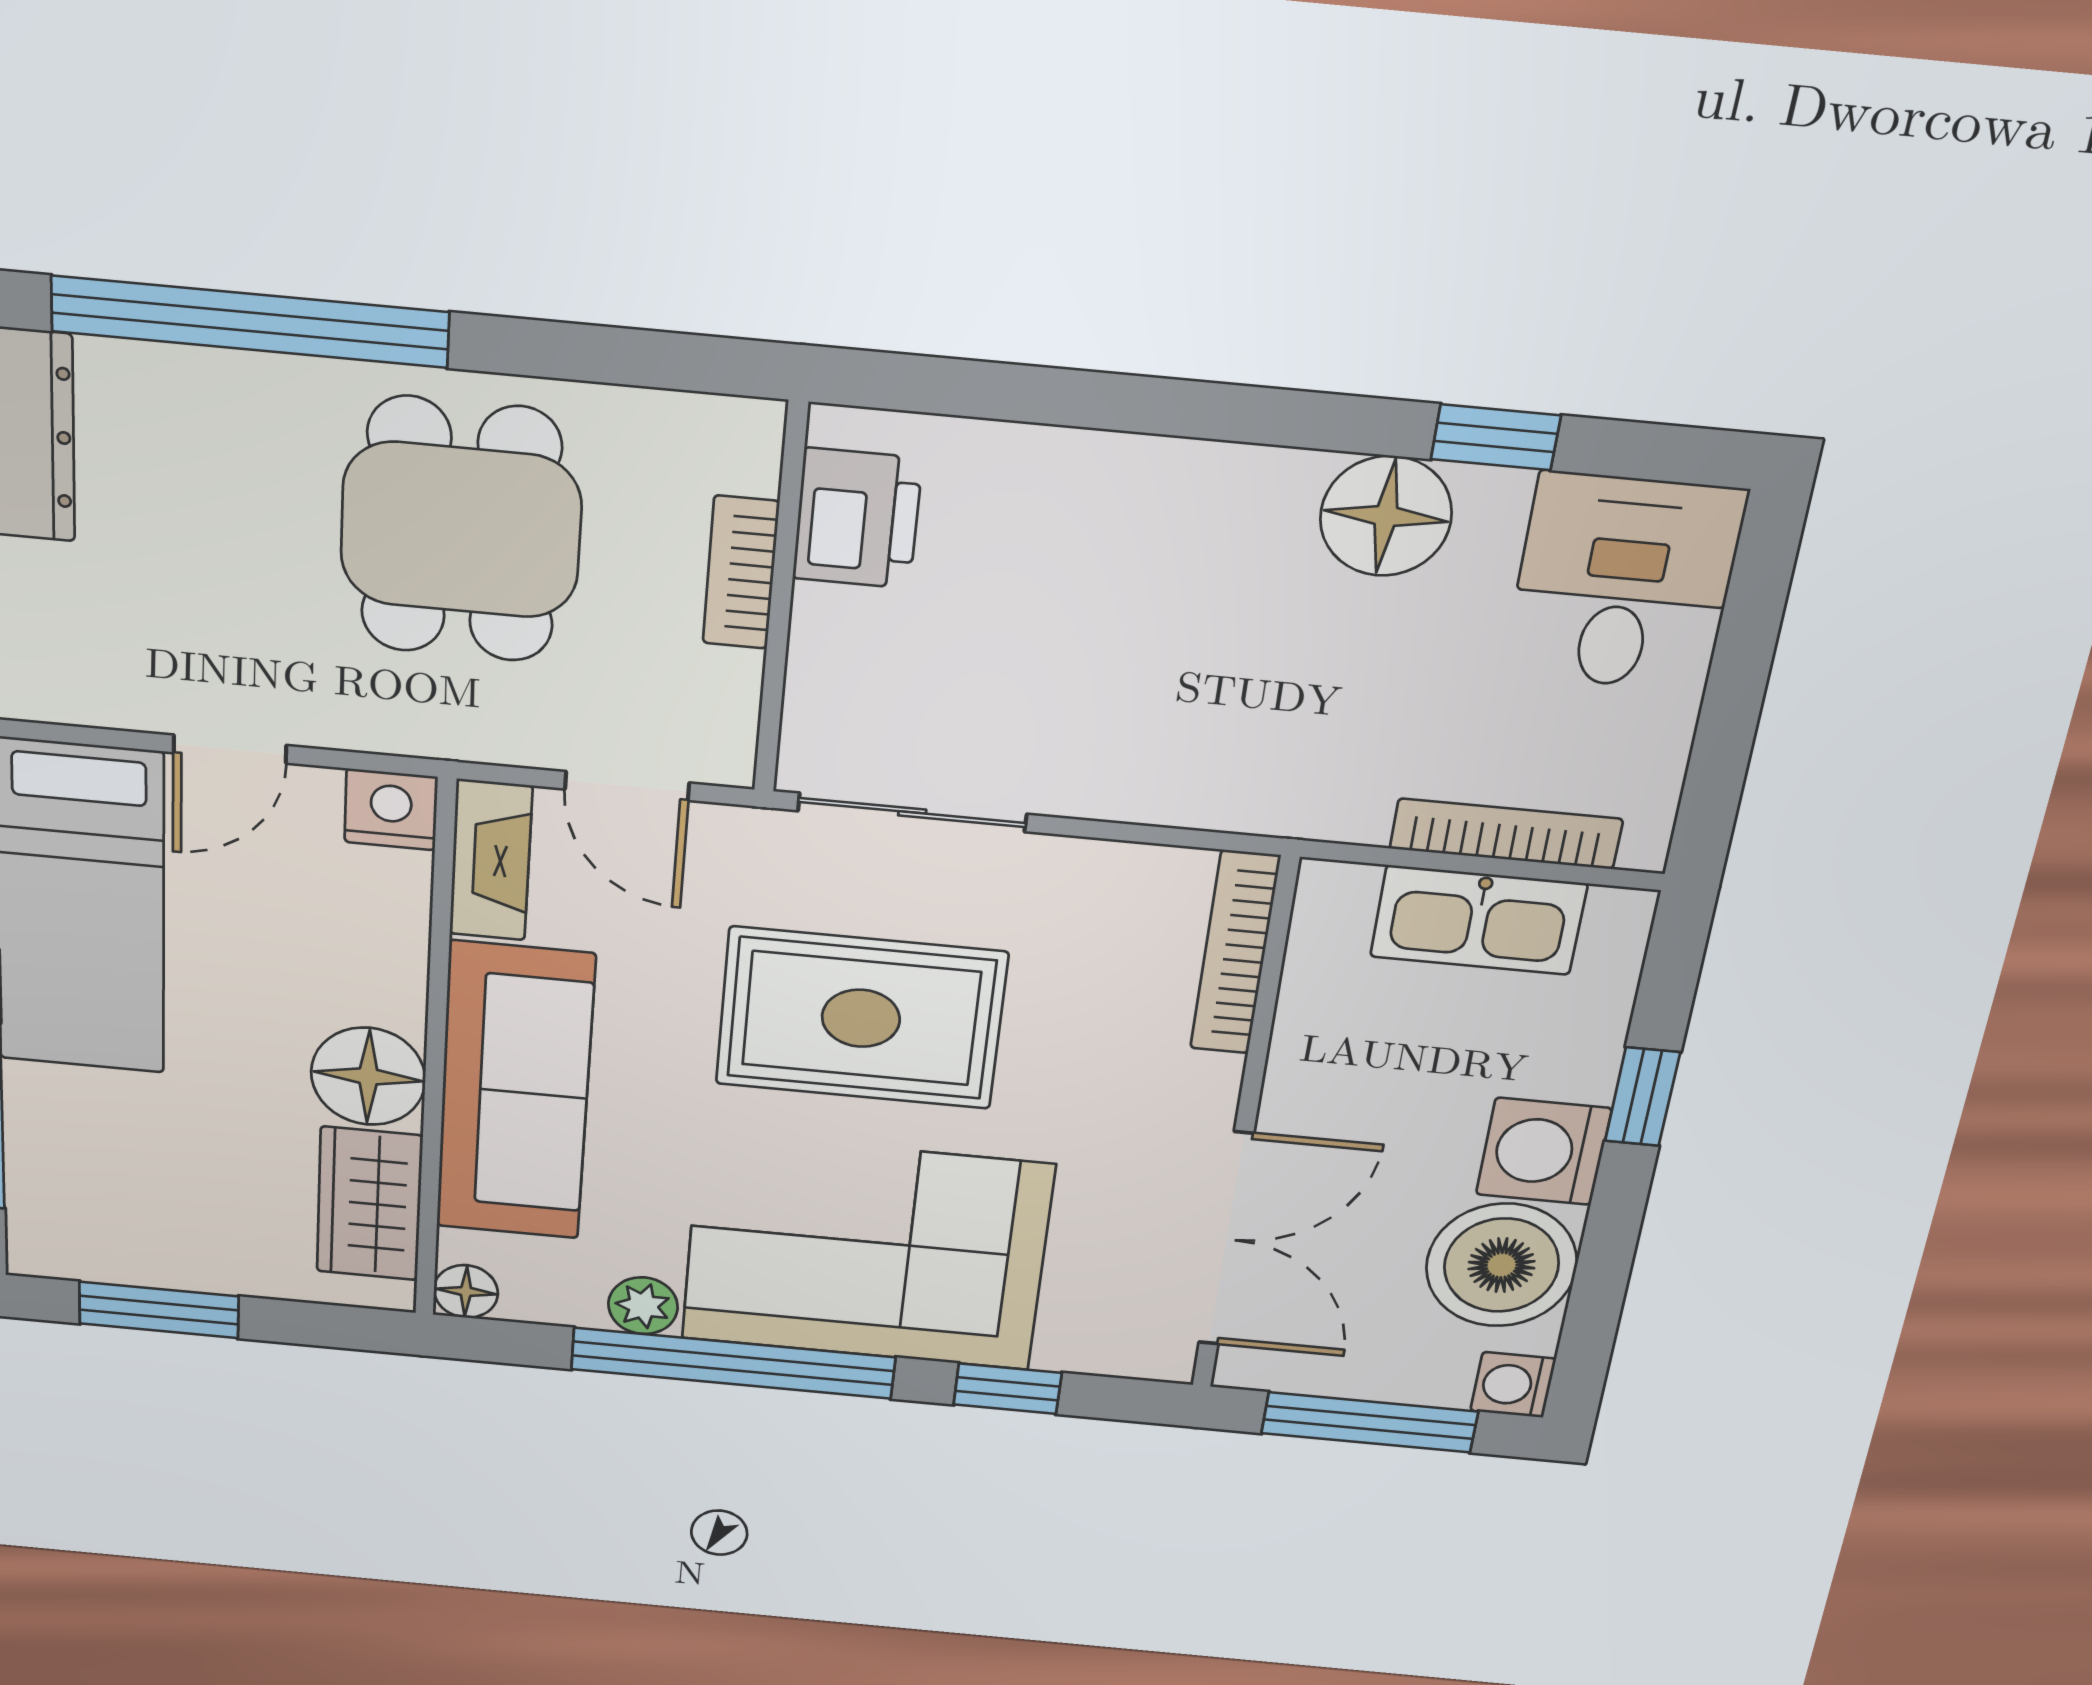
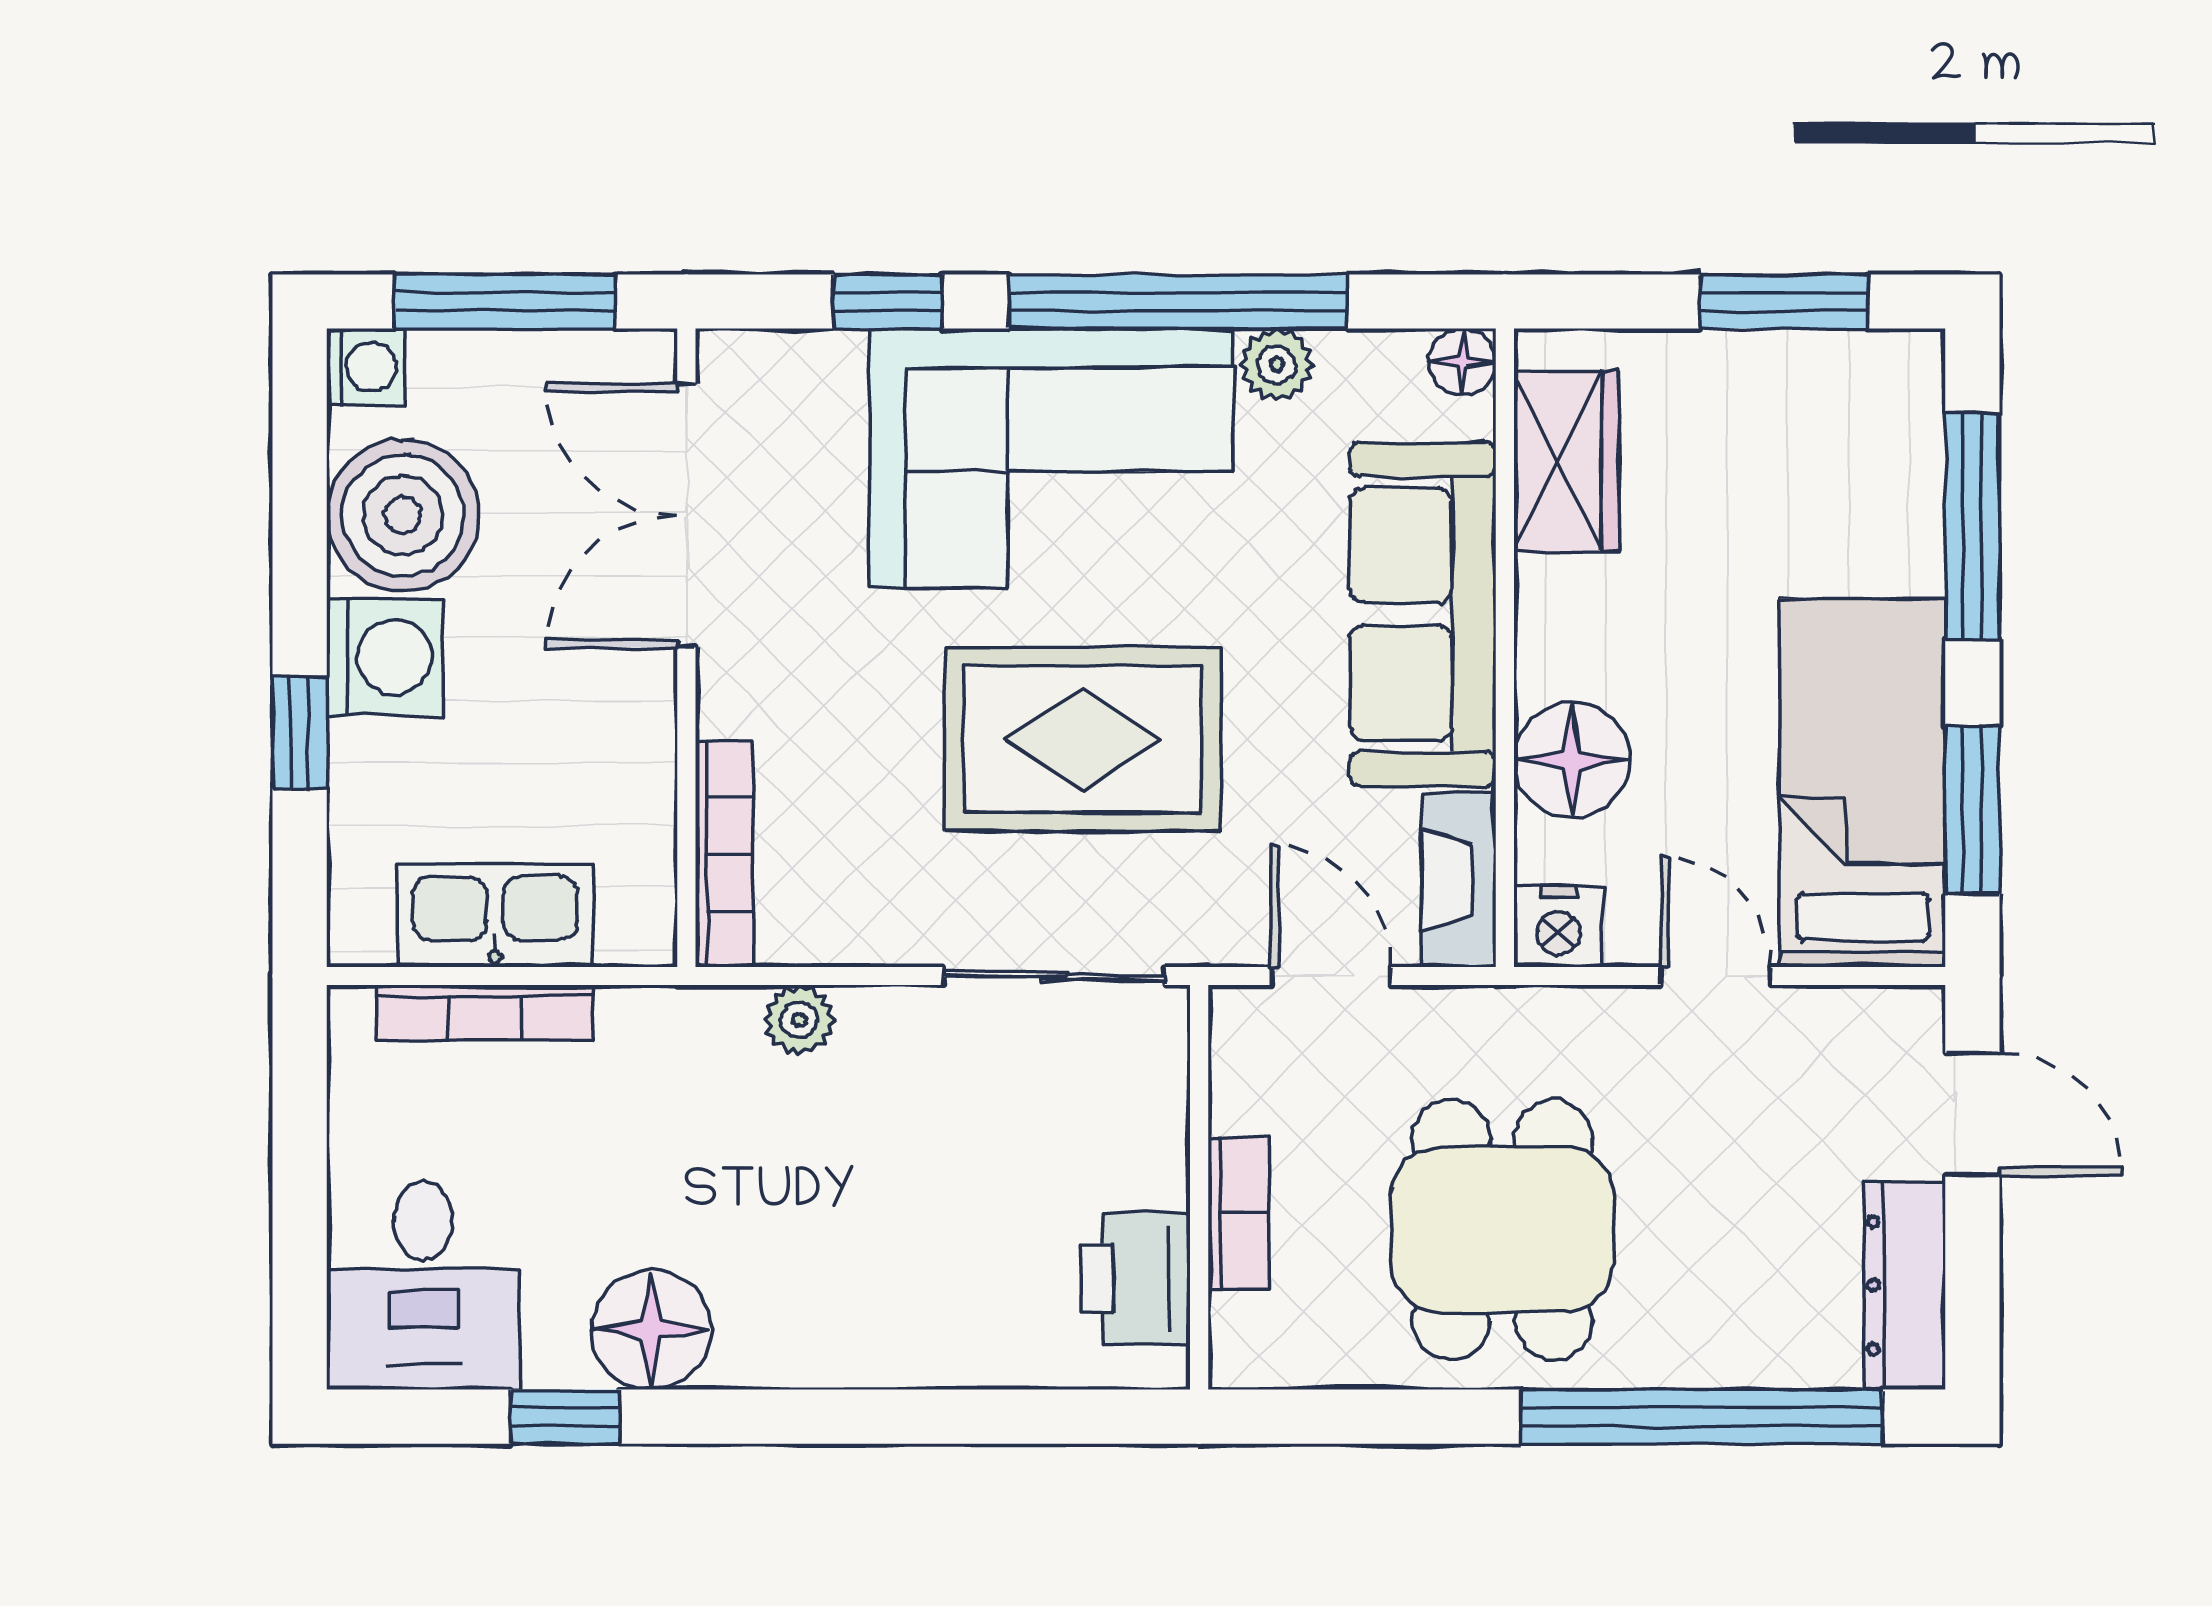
door: (230, 749) -> (1716, 976), hinge flipped
plant: (1181, 797) -> (799, 1020), added
floor lamp: (368, 1076) -> (1572, 760), moved

